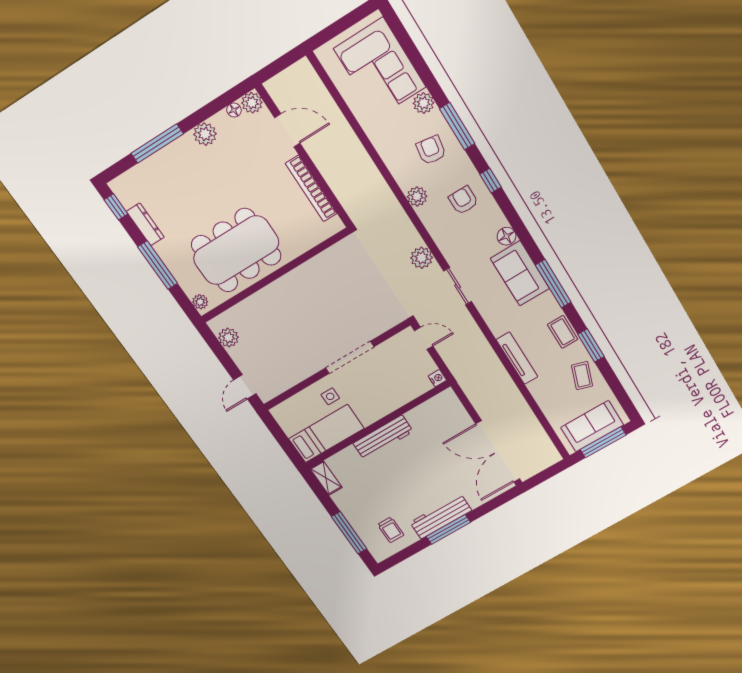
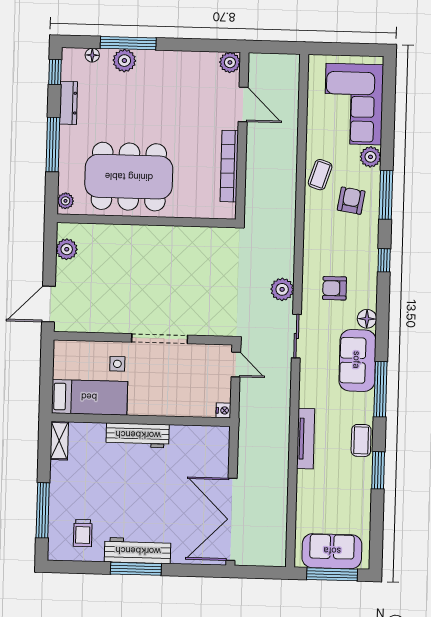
floor lamp: (234, 110) -> (92, 55), moved
plant: (205, 134) -> (124, 61), moved
plant: (417, 196) -> (314, 233), removed
armchair: (463, 200) -> (335, 288), moved, turned -90
coffee table: (582, 376) -> (320, 175), moved
door: (245, 387) -> (48, 304), width x1.38

